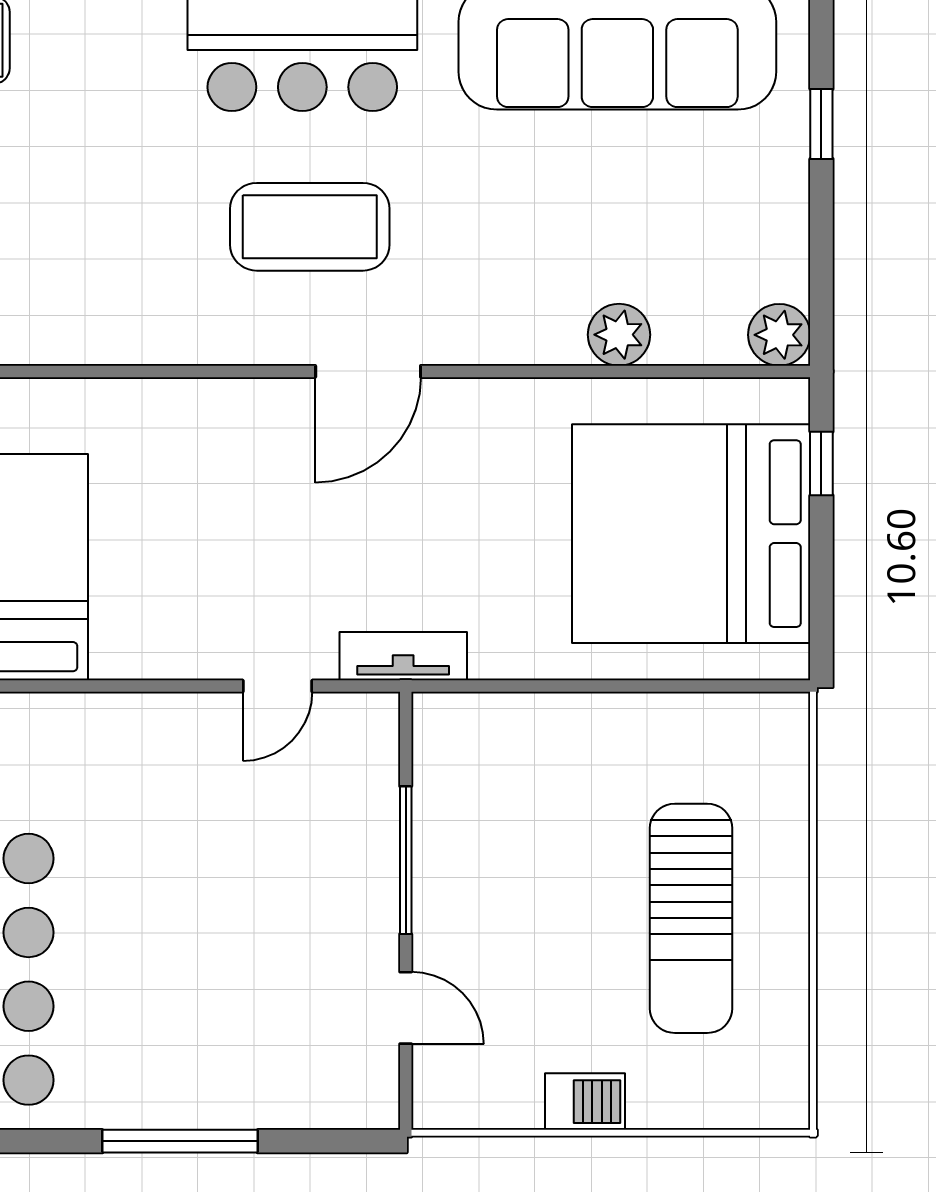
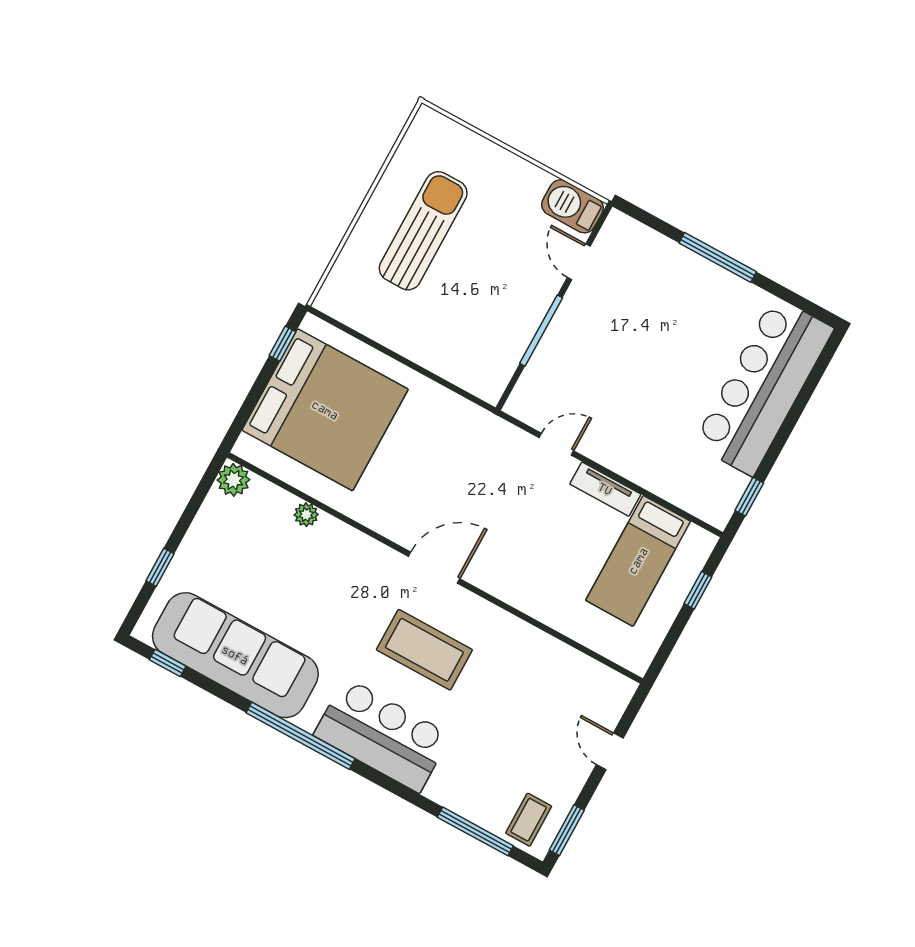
plant: (619, 335) -> (306, 515), width x0.73, depth x0.73
window: (821, 463) -> (283, 344), moved
tv unit: (403, 656) -> (605, 489), moved
barbecue: (585, 1102) -> (573, 206), moved, width x1.38, depth x1.27

